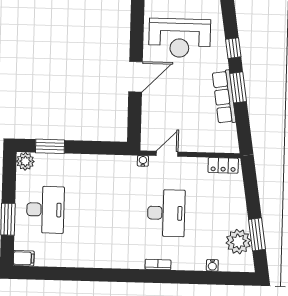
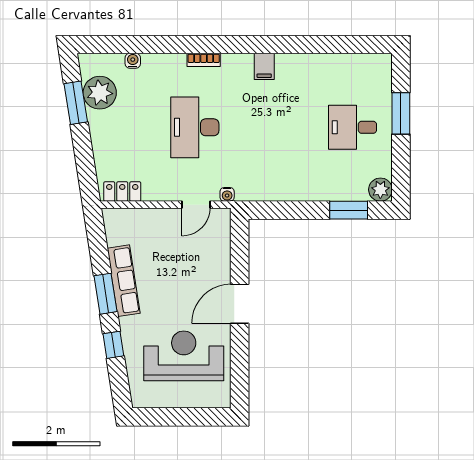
desk: (45, 210) -> (353, 127), width x0.73
filing cabinet: (24, 258) -> (264, 66), moved, turned -90

